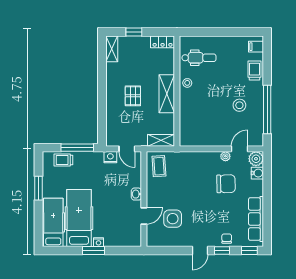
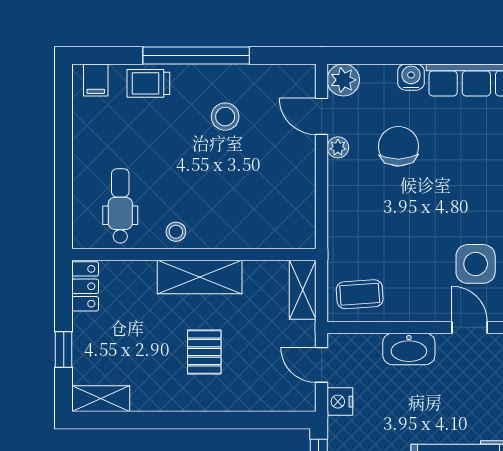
pallet: (133, 96) -> (204, 352), turned 90
window: (267, 109) -> (196, 55), moved
door: (127, 149) -> (322, 365), swing flipped
water cooler: (257, 173) -> (411, 77), moved
washbasin: (136, 194) -> (409, 349), width x1.91, depth x1.45

